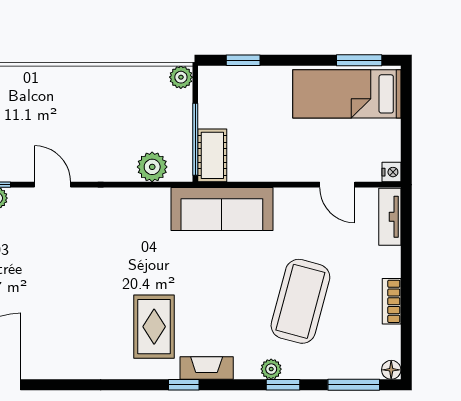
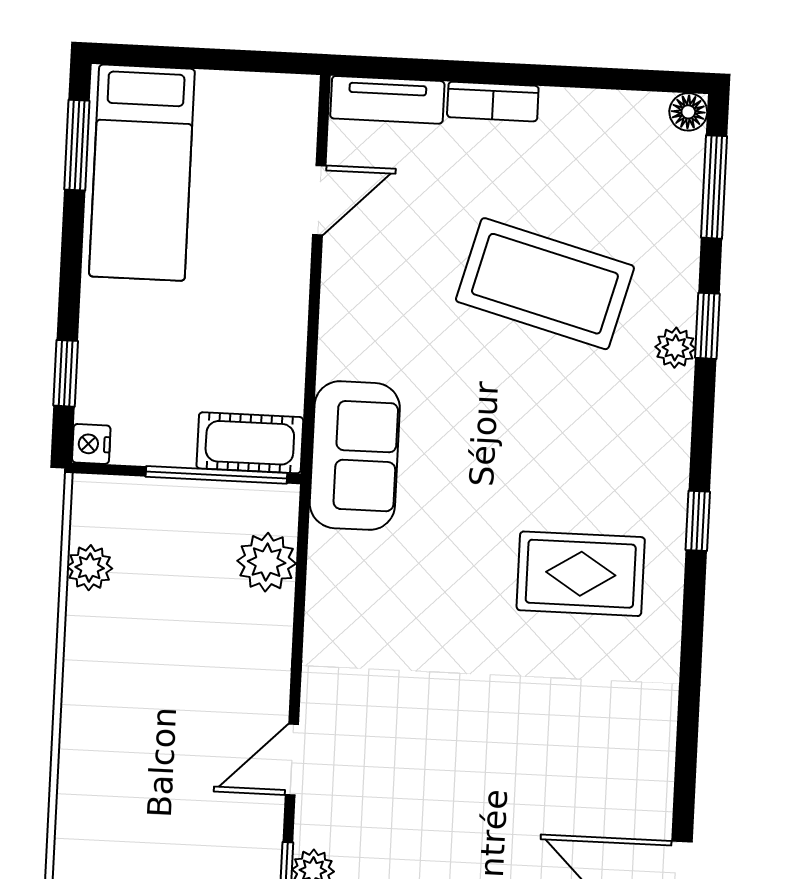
plant: (181, 77) -> (90, 568), moved
nightstand: (391, 172) -> (91, 444), moved, turned -90
sofa: (222, 209) -> (355, 456), width x0.73
bookcase: (392, 301) -> (493, 102), moved
fireplace: (207, 368) -> (667, 475), removed

